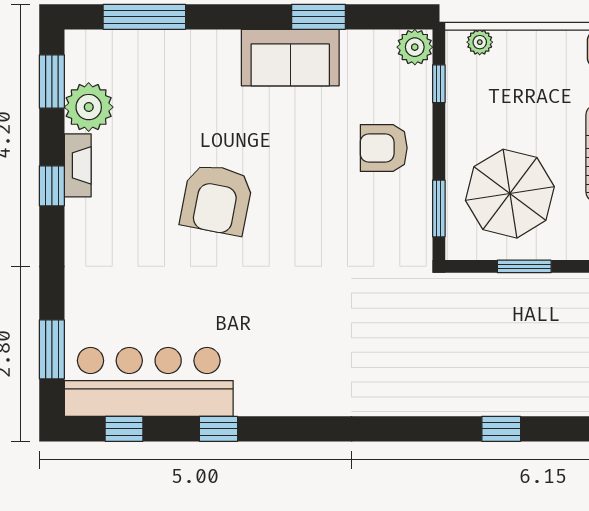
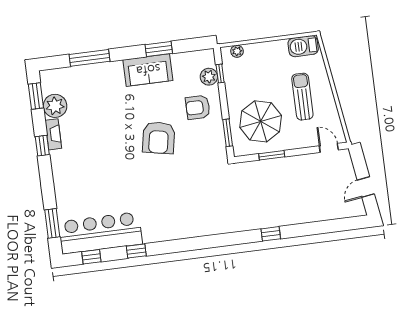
window: (144, 17) -> (89, 58), moved
plant: (415, 47) -> (209, 77), moved
armchair: (217, 199) -> (159, 138), moved

